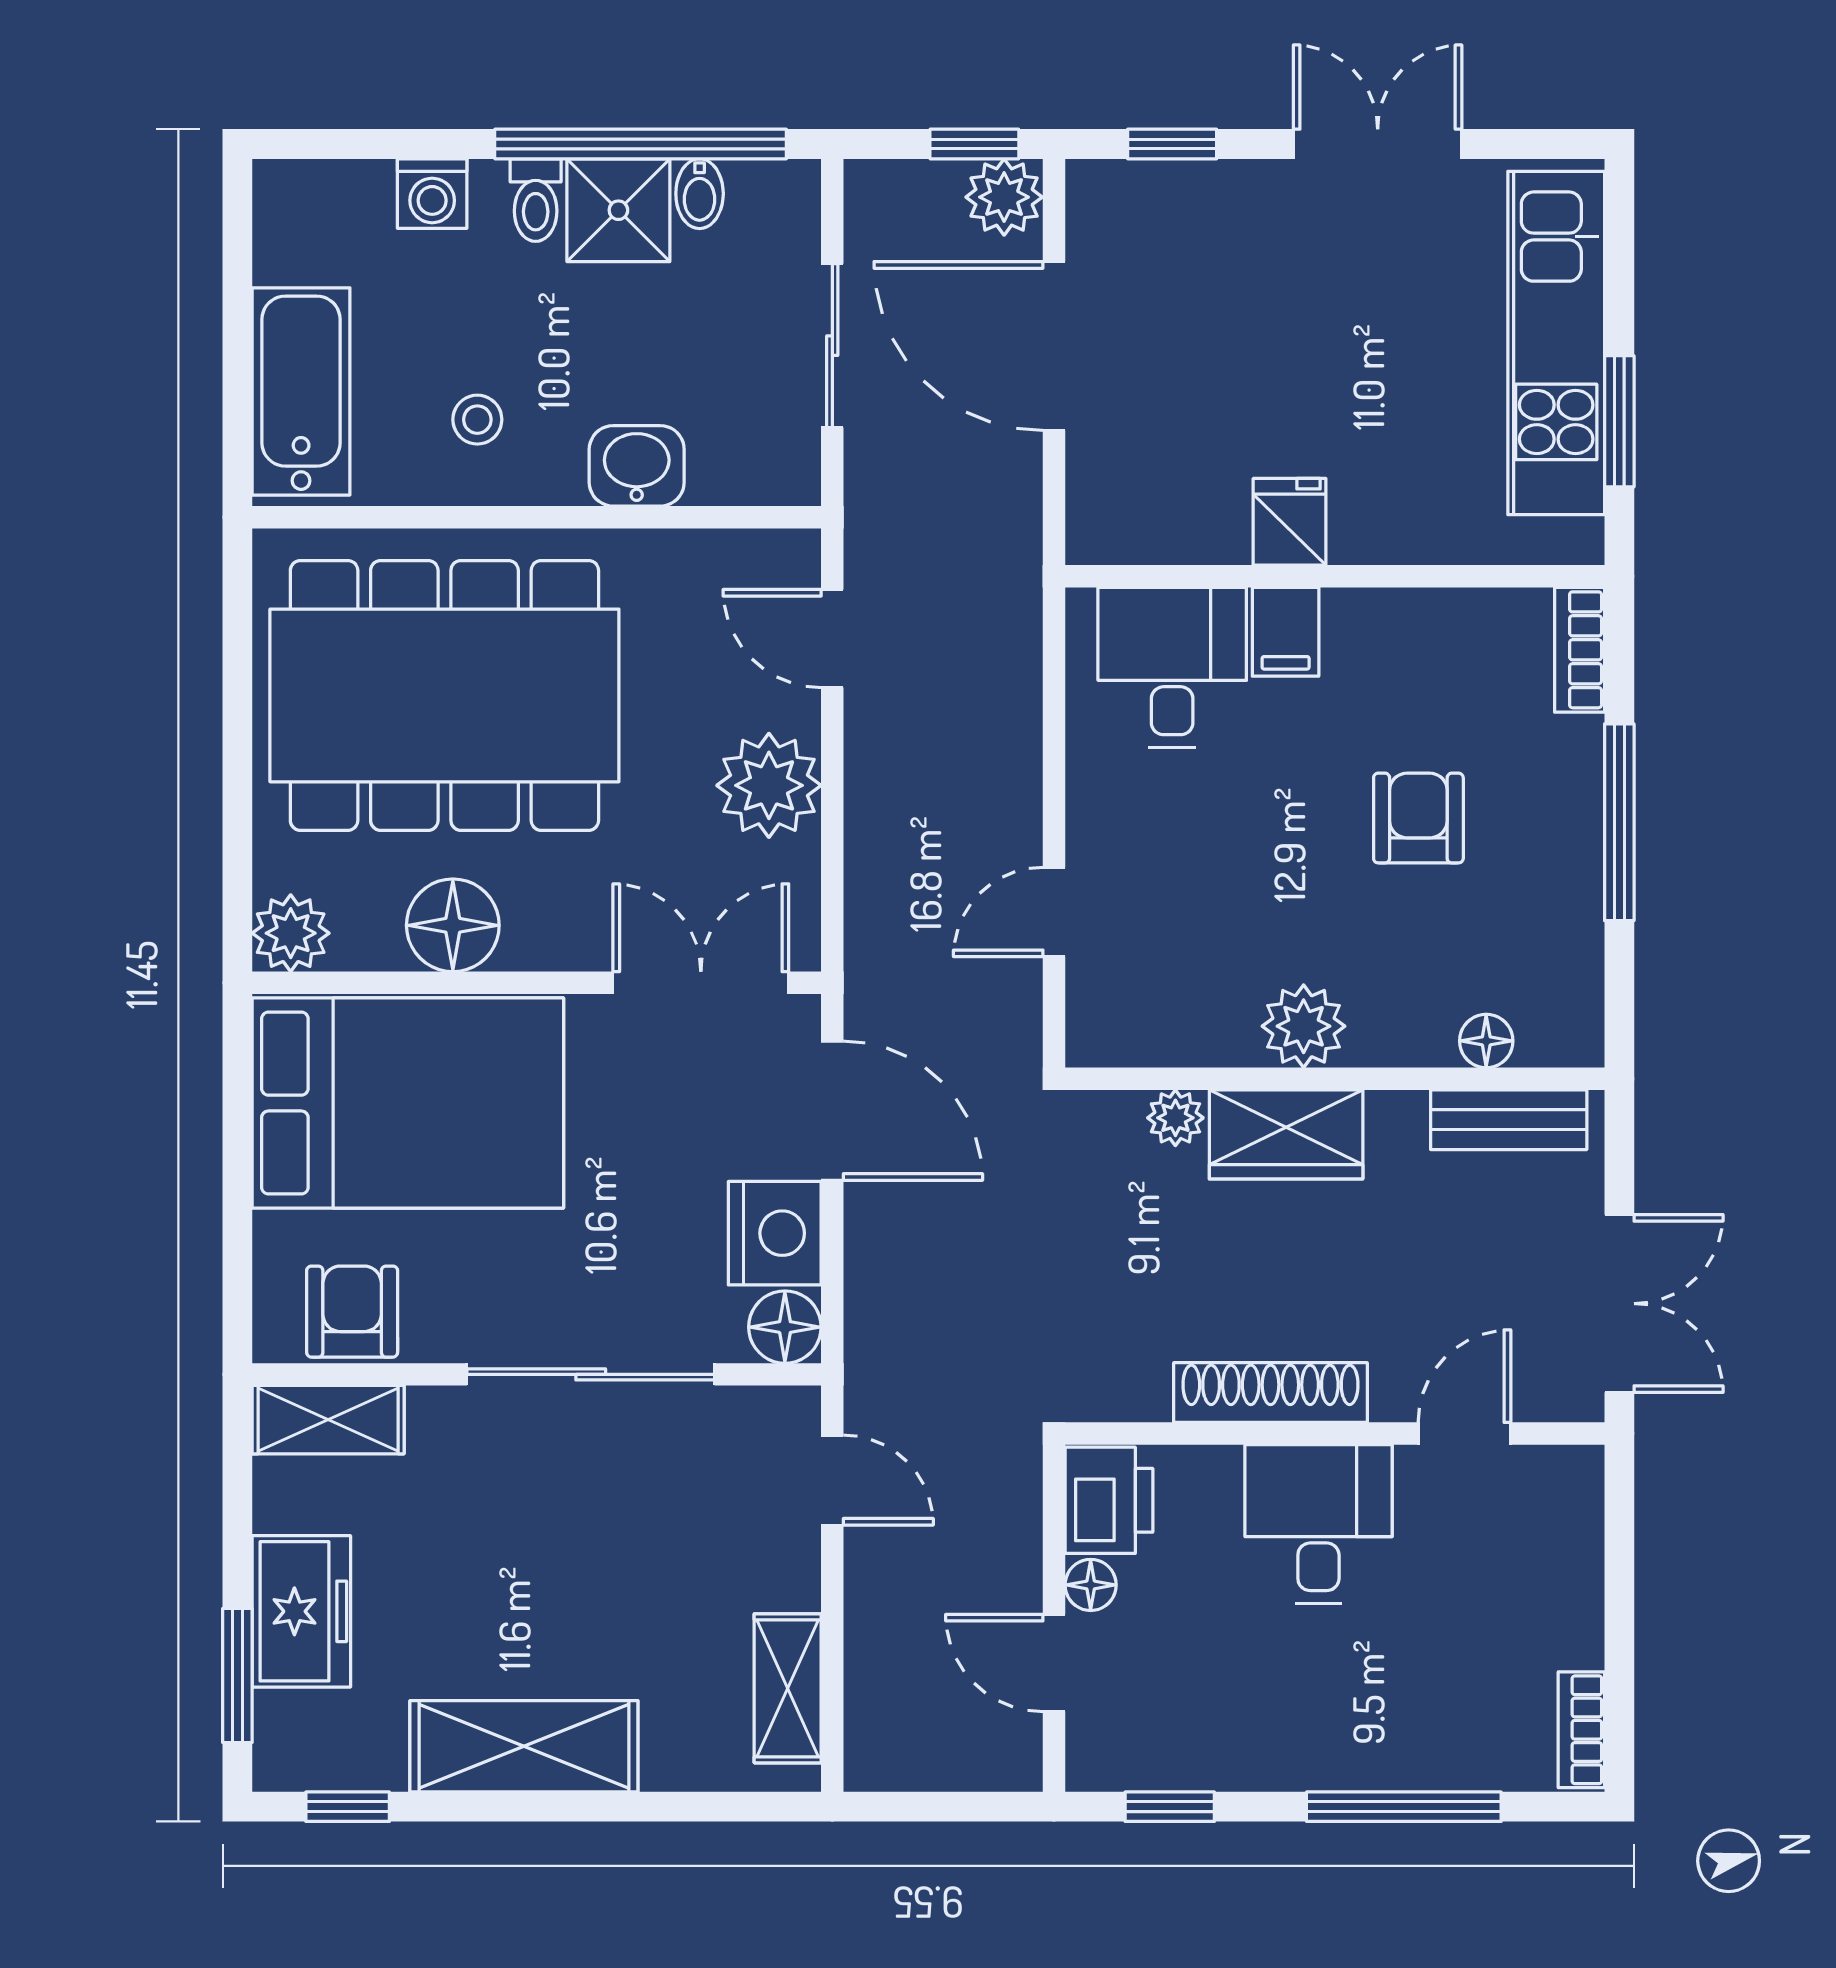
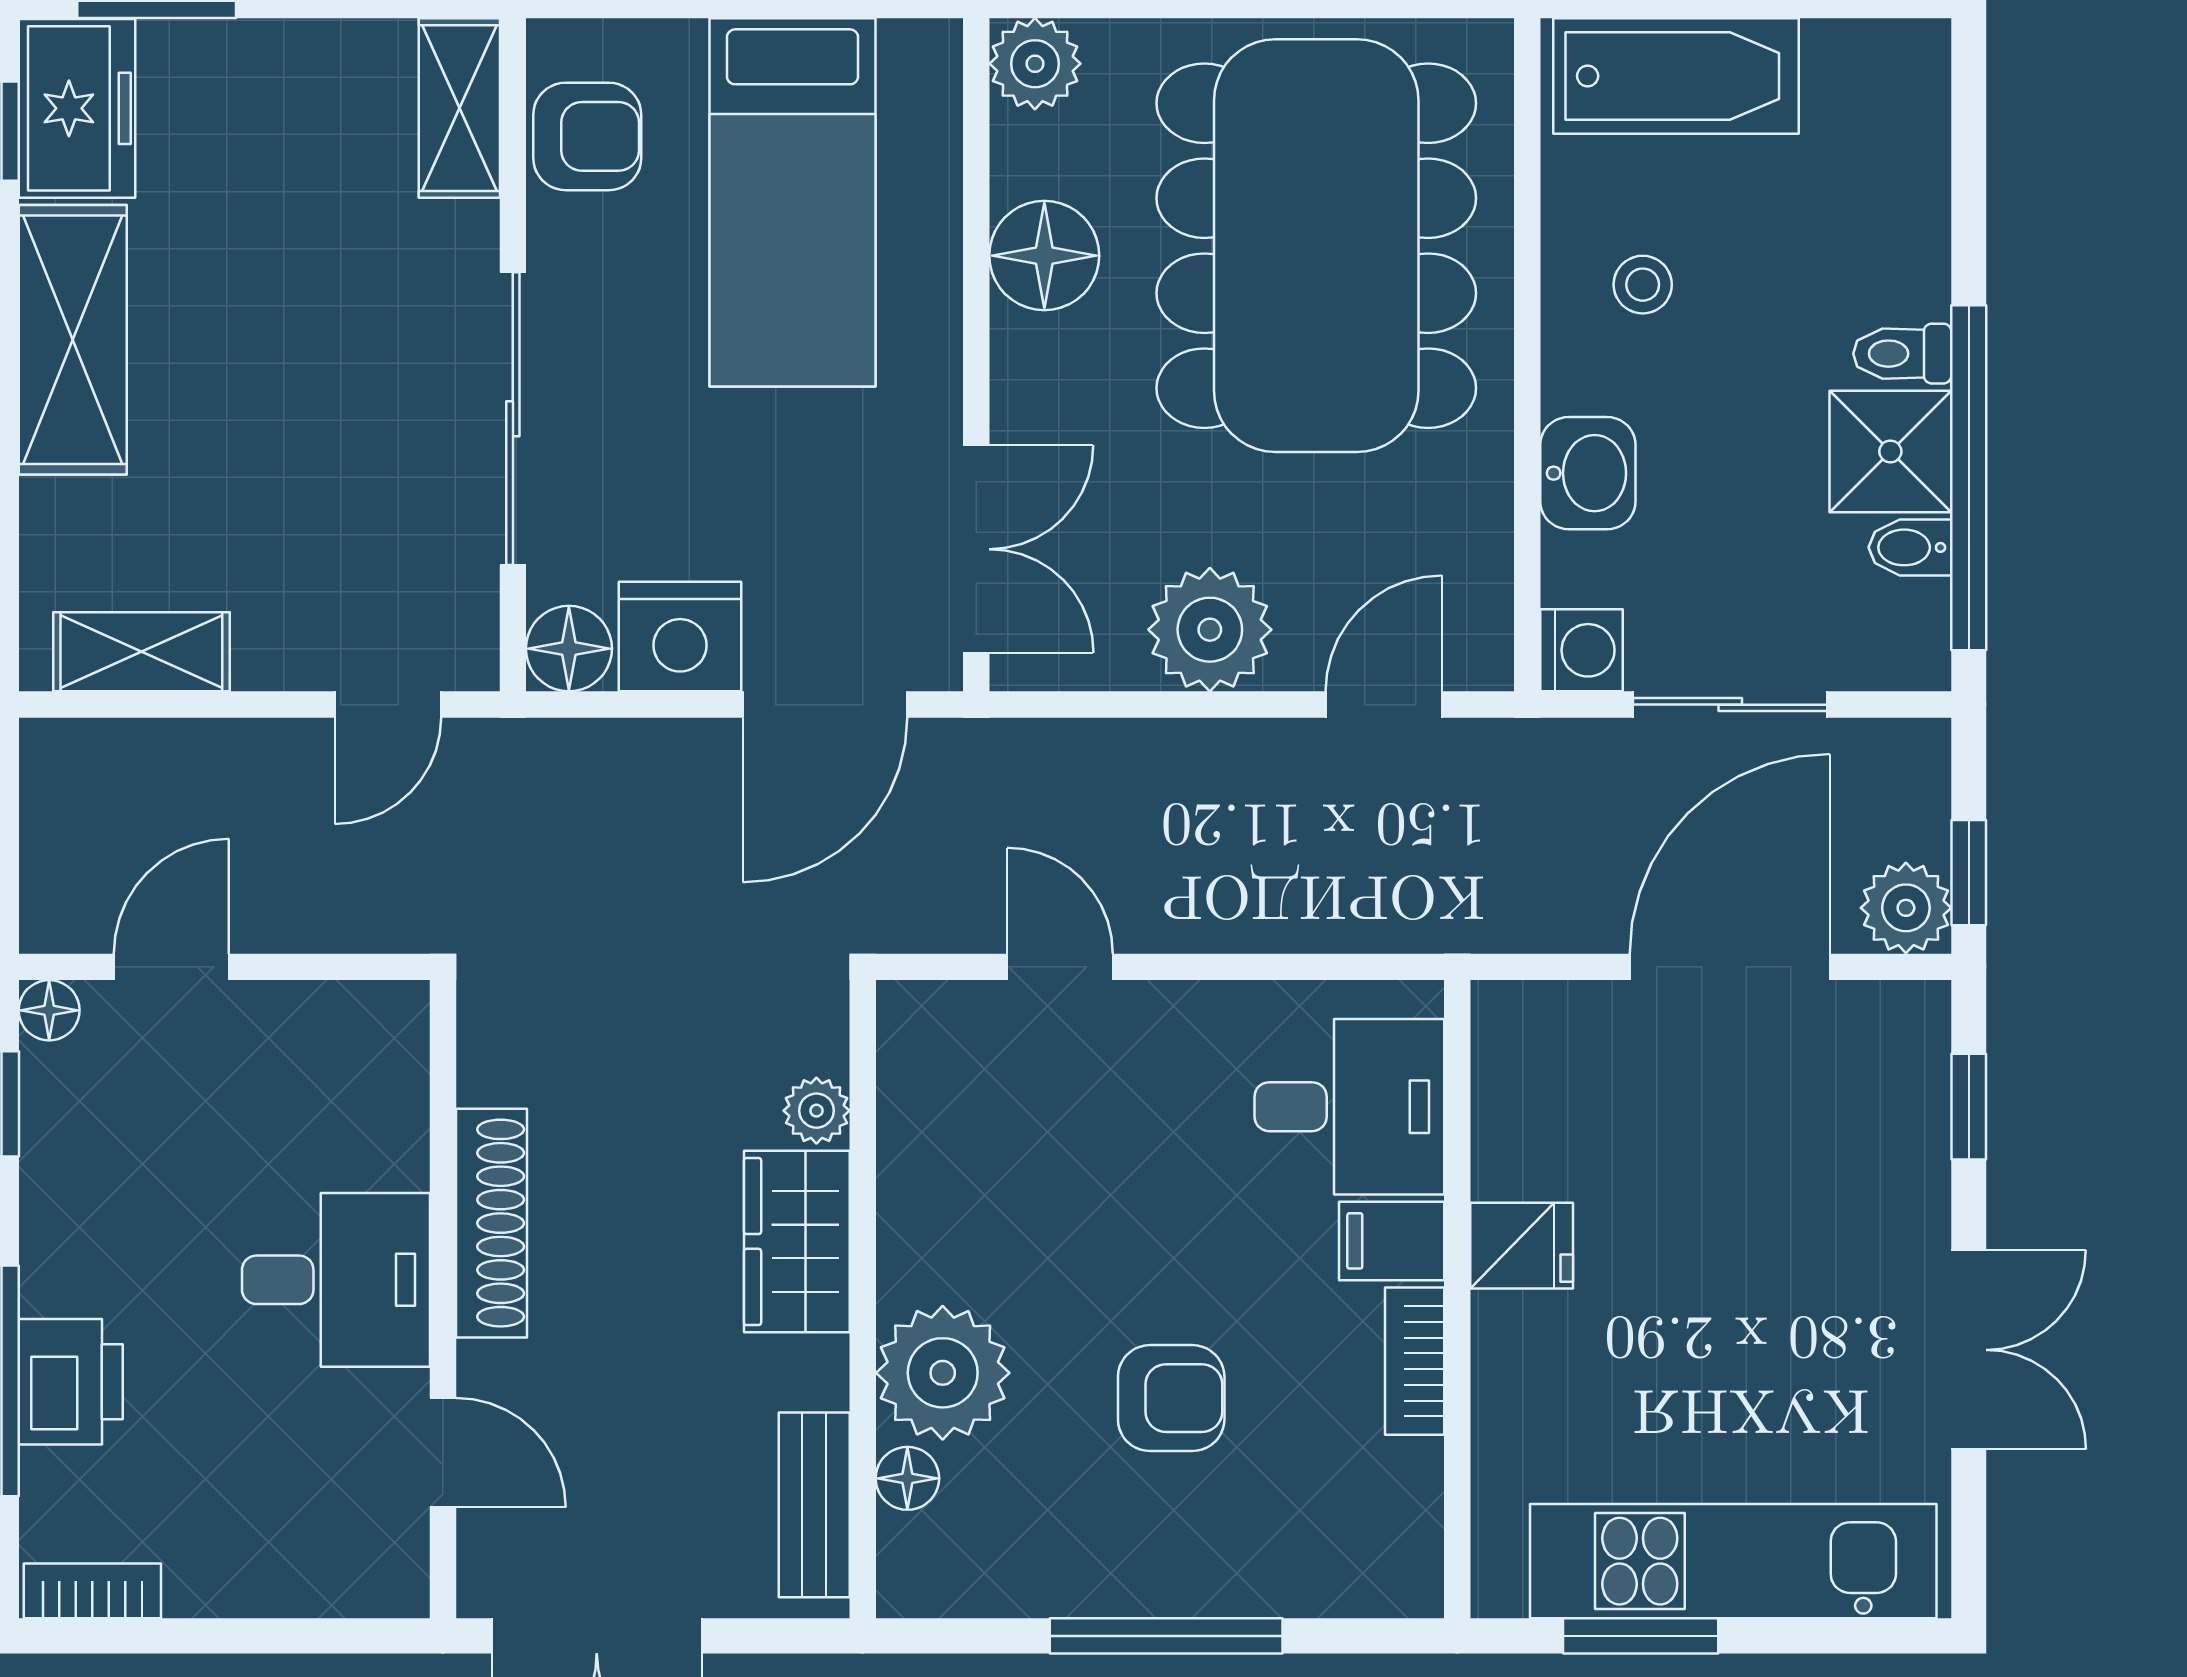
washing machine: (432, 194) -> (1581, 650), moved, turned 180
bookcase: (1580, 650) -> (1415, 1361), moved, turned -90
plant: (1304, 1026) -> (943, 1373), moved, width x1.36, depth x1.36
bed: (408, 1103) -> (793, 202), width x0.67
printer: (1109, 1500) -> (71, 1382), moved, turned -90
floor lamp: (1091, 1585) -> (49, 1010), moved
freezer: (301, 1611) -> (77, 108), moved, turned -90

